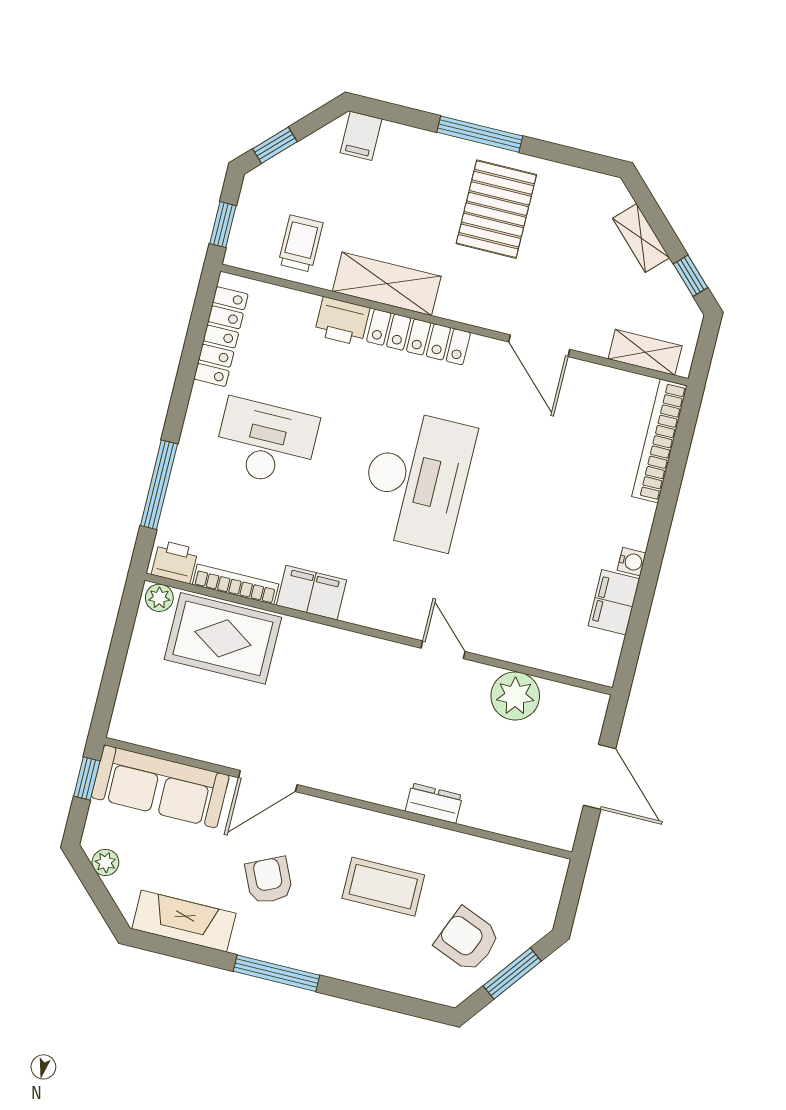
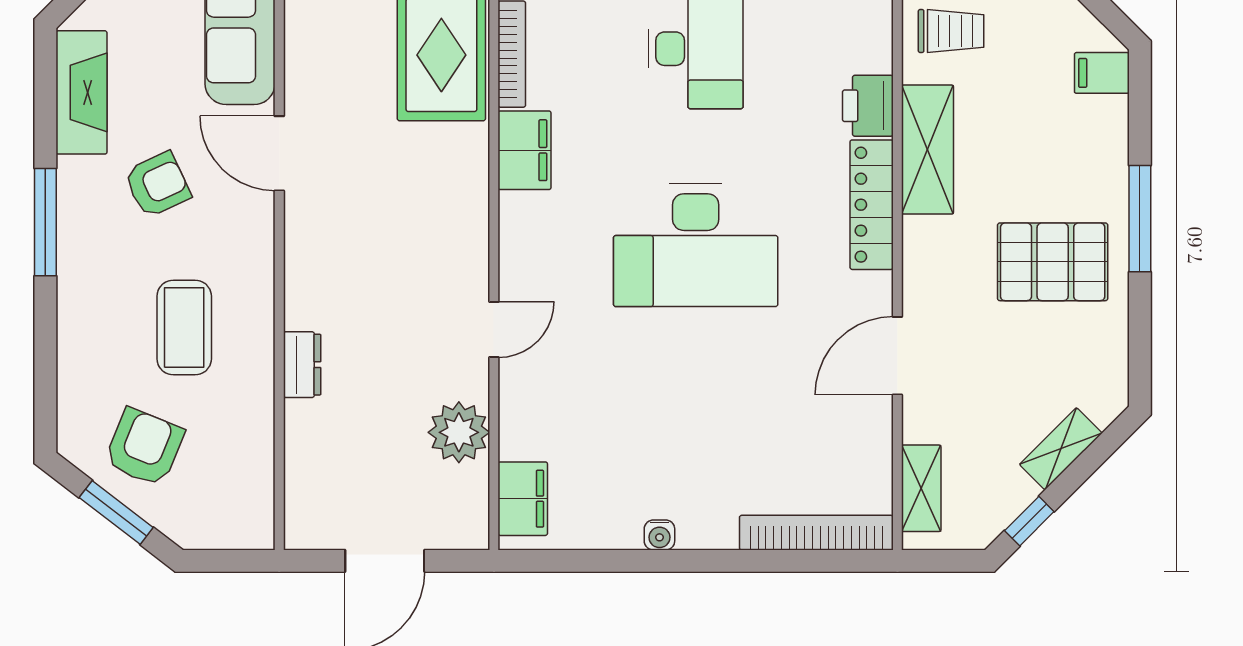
filing cabinet: (614, 602) -> (523, 499), moved, turned 90

